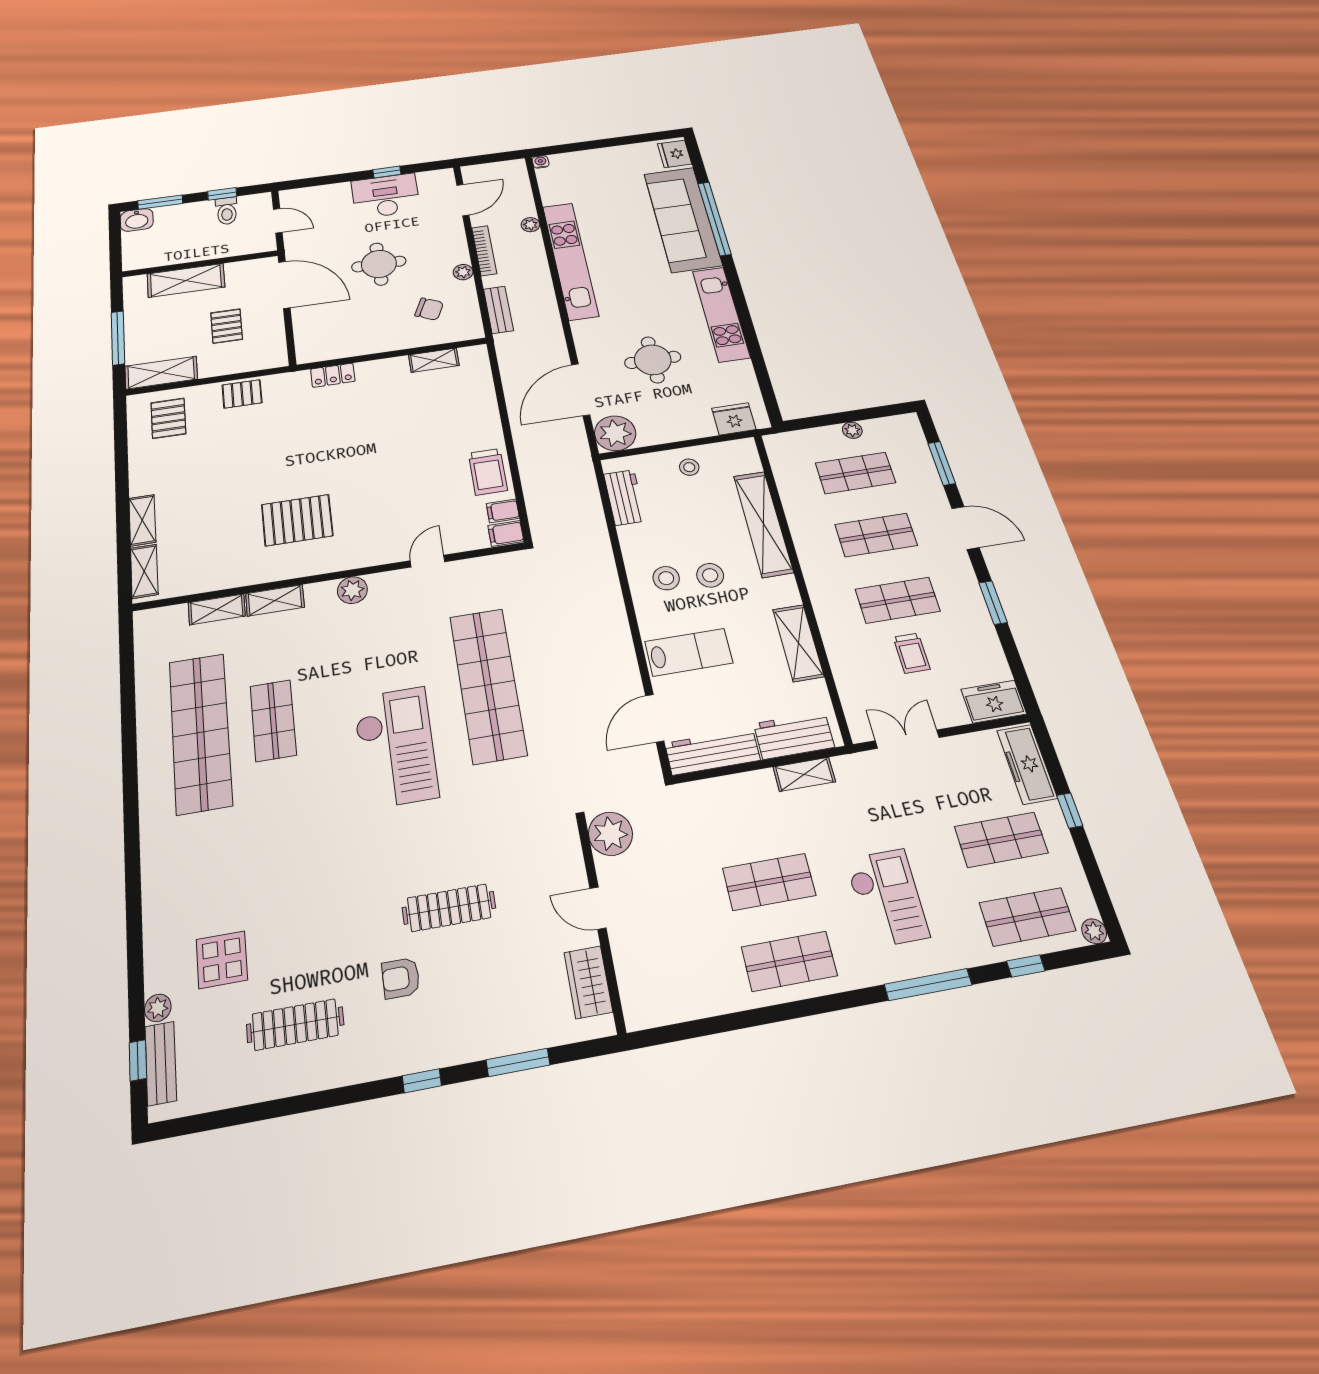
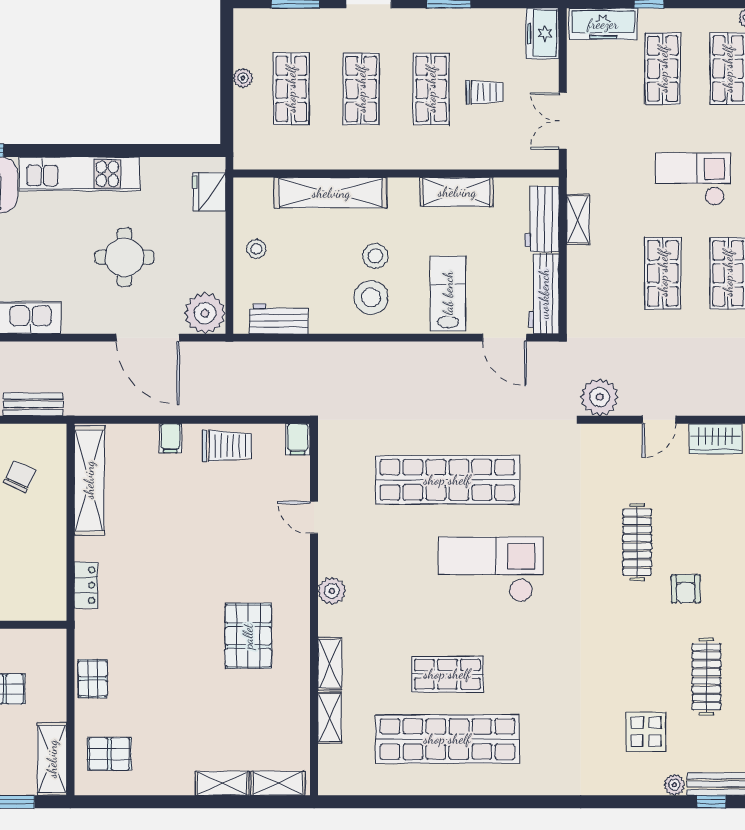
shelving: (434, 360) -> (89, 480), width x2.20, depth x1.33
filing cabinet: (503, 511) -> (170, 438), moved
stool: (666, 578) -> (371, 298), width x1.38, depth x1.38

